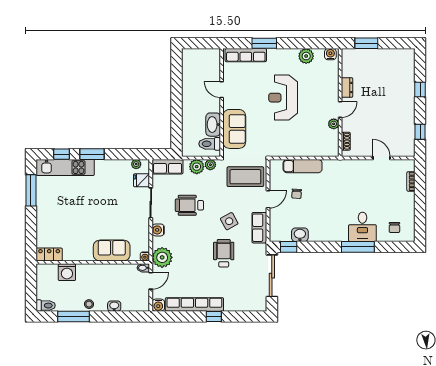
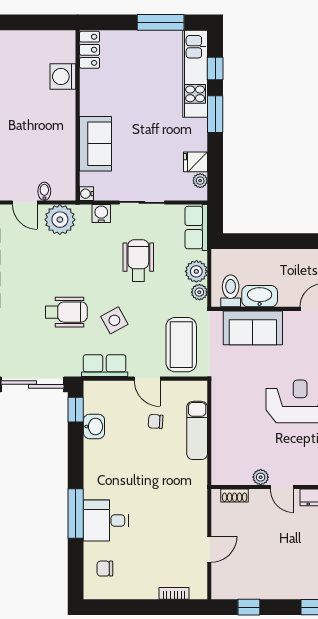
fridge: (142, 180) -> (195, 162), moved, turned -90
sofa: (112, 251) -> (95, 144), moved
locker: (49, 254) -> (90, 50), moved
water cooler: (145, 256) -> (87, 194), moved
wall: (93, 262) -> (78, 115), moved
washing machine: (67, 272) -> (63, 77), moved

